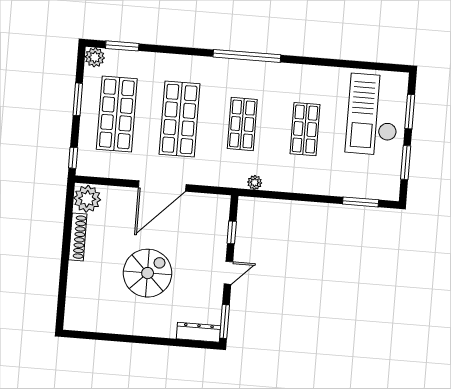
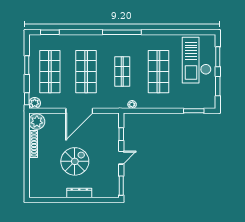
plant: (95, 57) -> (35, 103), moved
shop shelf: (305, 129) -> (158, 72), width x1.43, depth x1.36
dresser: (198, 332) -> (79, 193), moved

